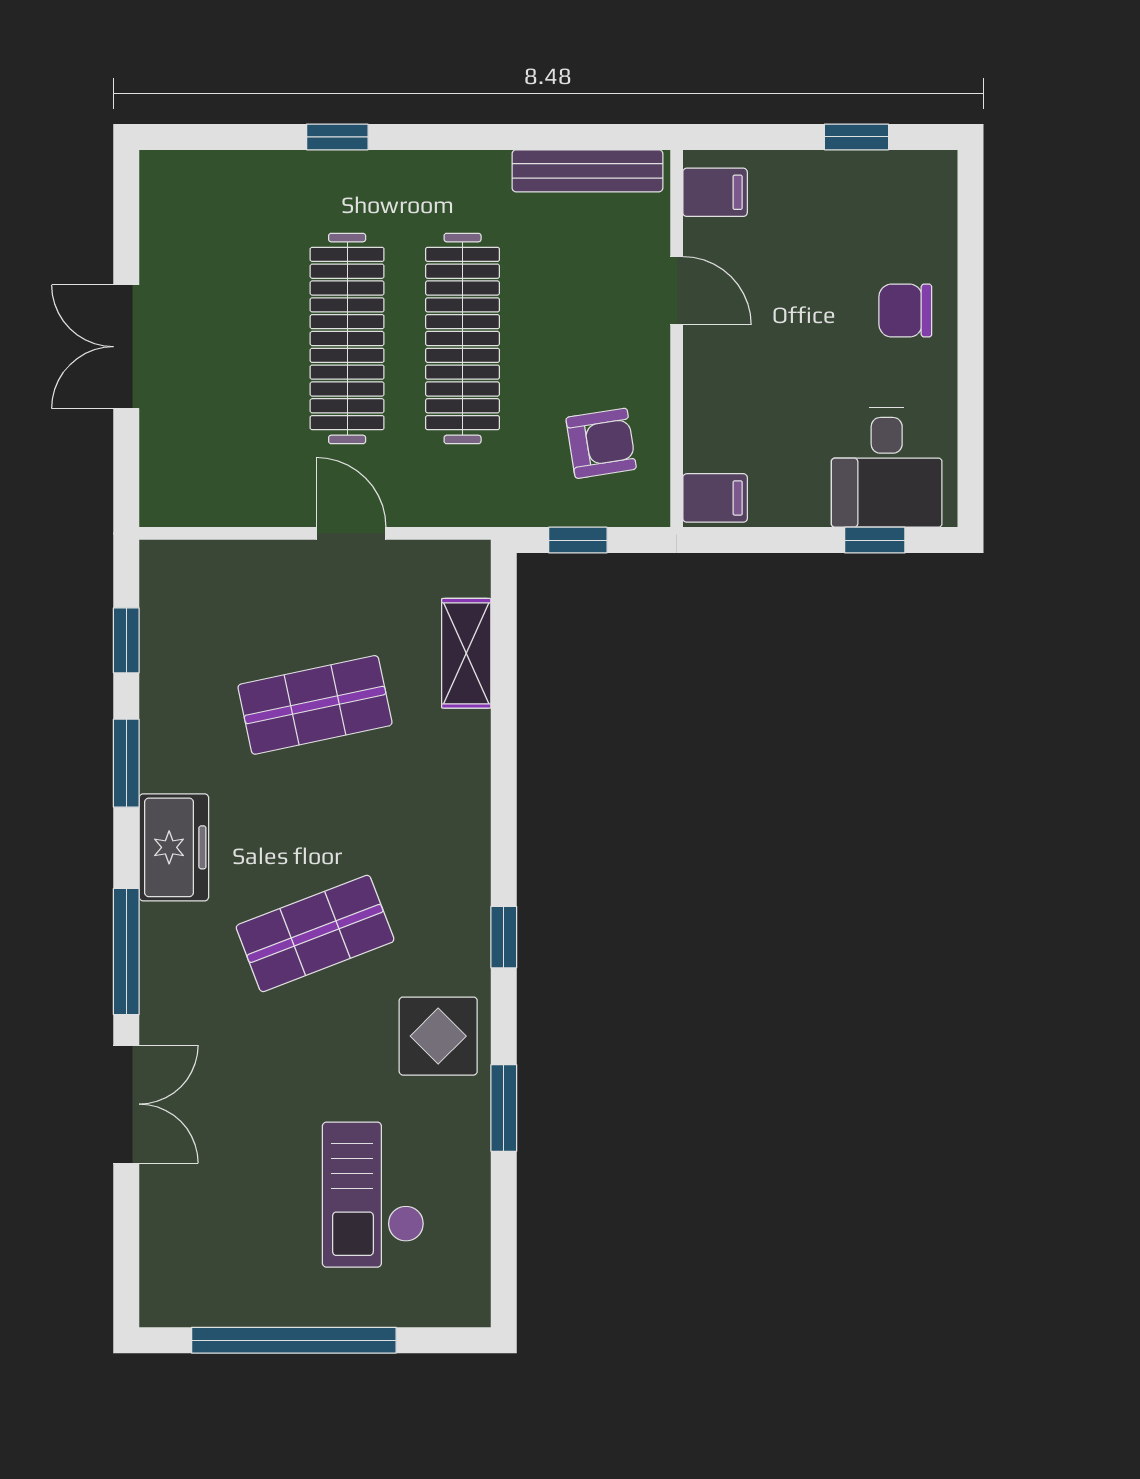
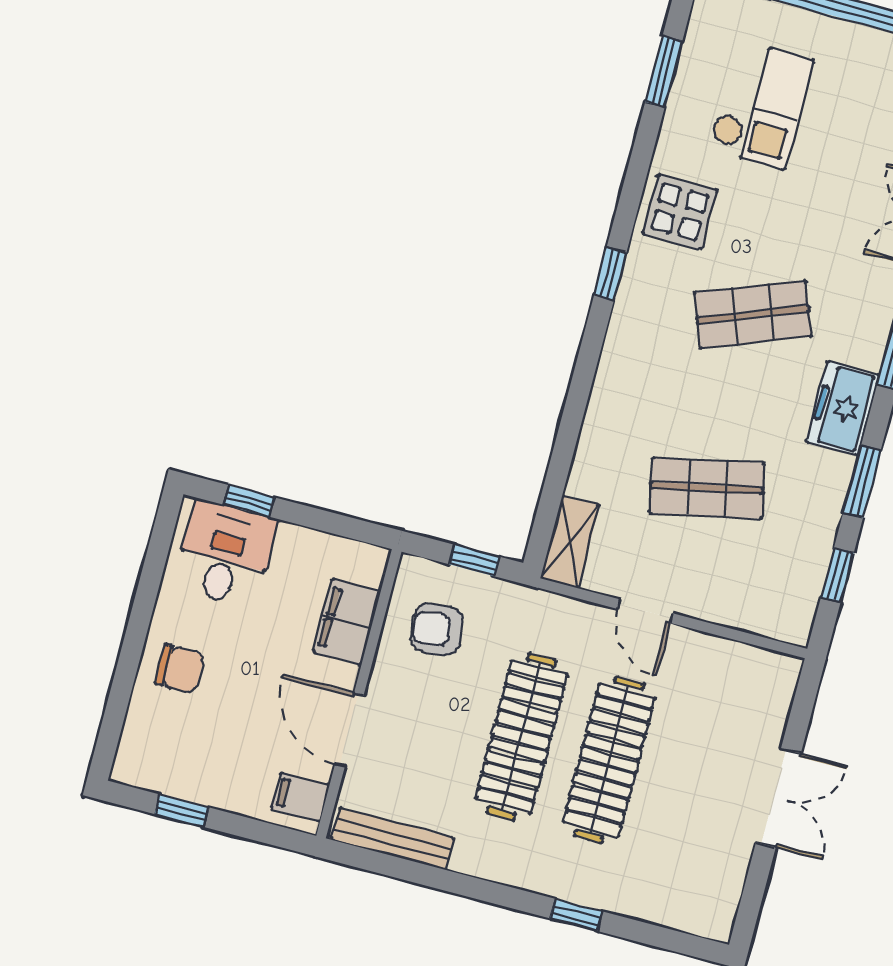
door: (677, 291) -> (349, 730), width x1.38
filing cabinet: (715, 498) -> (347, 621), moved, width x2.00
shelving: (466, 653) -> (570, 542), moved
window: (504, 1108) -> (664, 71), moved

